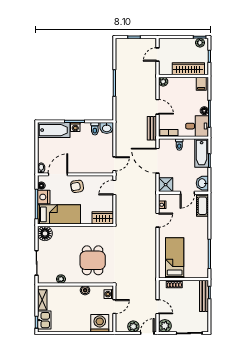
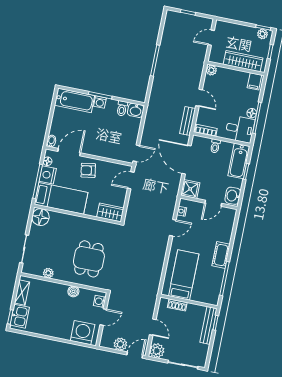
cot: (203, 206) -> (221, 255), moved

